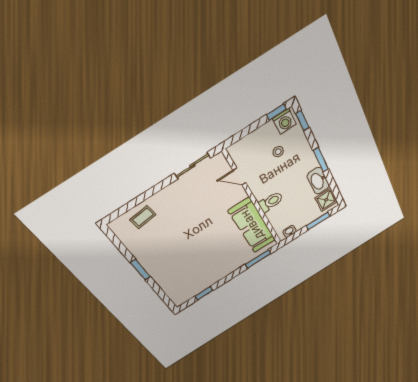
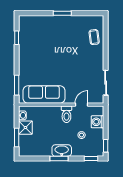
washing machine: (284, 121) -> (97, 122), moved
washbasin: (318, 181) -> (62, 151), moved
shower: (326, 200) -> (25, 128), moved
toilet: (271, 202) -> (66, 114), moved

